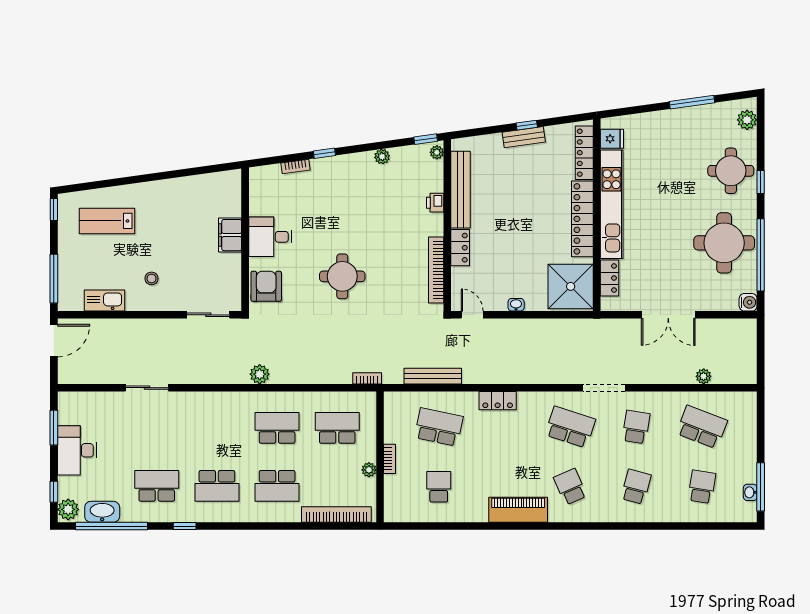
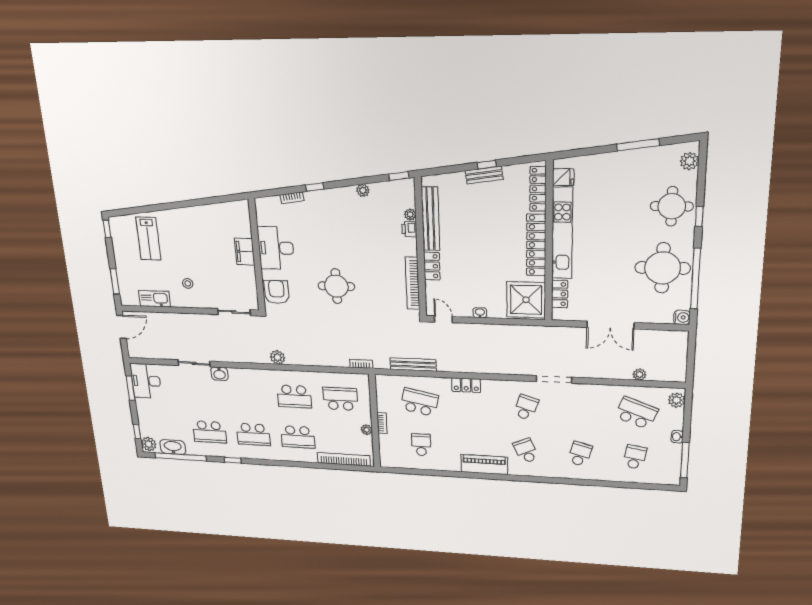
plant: (437, 152) -> (410, 215), moved
lab bench: (107, 221) -> (148, 239), turned -90
desk: (270, 237) -> (276, 248), width x1.37
window: (54, 279) -> (115, 281), width x0.69
washbasin: (180, 401) -> (219, 374), added
plant: (747, 407) -> (677, 400), added
school desk: (570, 427) -> (526, 407), width x0.54
school desk: (636, 427) -> (581, 410), removed
school desk: (277, 428) -> (294, 397), turned 180
desk: (77, 450) -> (146, 381), moved
school desk: (157, 486) -> (210, 432), turned 180
washbasin: (750, 492) -> (677, 437), moved

